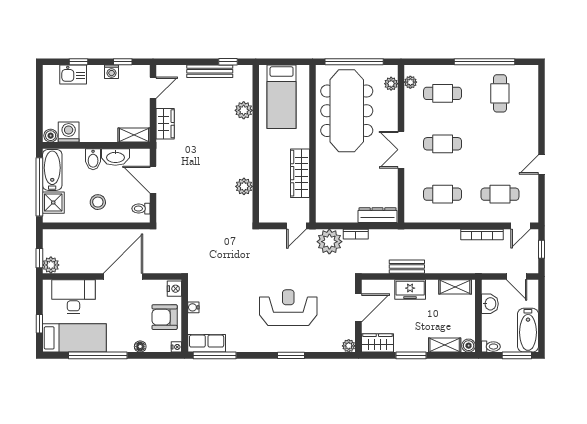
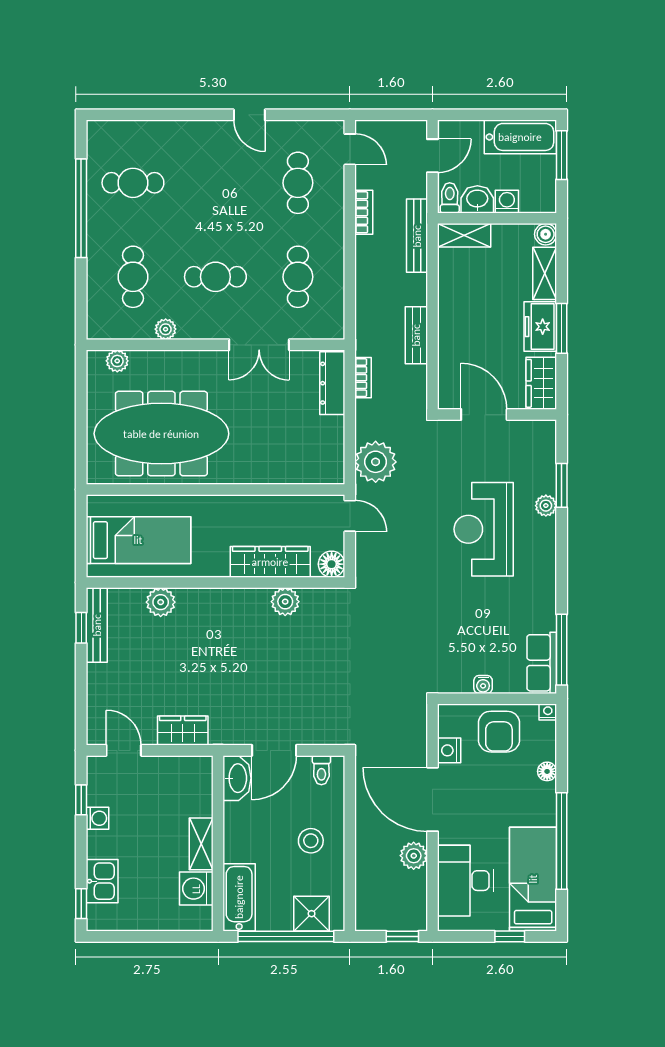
window: (78, 62) -> (81, 904), moved
window: (354, 62) -> (81, 421), removed
bench: (210, 71) -> (97, 625), moved
plant: (410, 82) -> (166, 329), moved
shelving: (134, 135) -> (201, 844), moved
boiler: (51, 136) -> (202, 918), removed
cafe table: (443, 144) -> (215, 277), turned 90
double door: (401, 150) -> (259, 345), moved
washbasin: (115, 157) -> (237, 778), moved
bidet: (93, 159) -> (241, 849), removed
bathtub: (52, 170) -> (239, 897), moved, turned 90
wardrobe: (300, 173) -> (270, 562), moved, turned 180
floor lamp: (267, 215) -> (332, 564), added
bookcase: (356, 234) -> (363, 378), moved
bookcase: (482, 234) -> (364, 212), width x0.64
window: (542, 249) -> (388, 115), removed
plant: (51, 265) -> (414, 856), moved
bench: (468, 267) -> (417, 236), added
shelving: (455, 287) -> (464, 235), moved, turned 90
nightstand: (174, 289) -> (449, 750), moved, turned -90
freezer: (410, 289) -> (540, 327), moved, turned 180
washing machine: (489, 322) -> (507, 202), added
plant: (349, 346) -> (546, 506), moved
toilet: (491, 347) -> (450, 198), moved
window: (291, 355) -> (562, 485), moved

